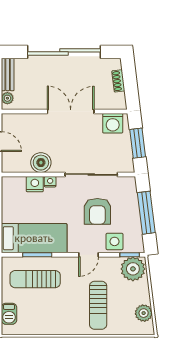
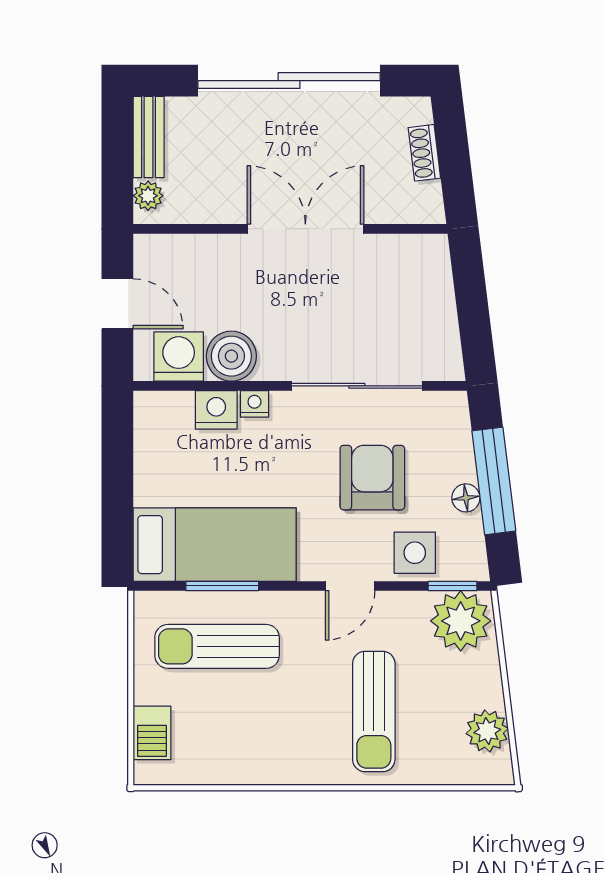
washing machine: (113, 123) -> (179, 356), moved, turned 180
window: (138, 143) -> (472, 308), removed
armchair: (97, 211) -> (372, 478), turned 180
floor lamp: (135, 219) -> (466, 498), added

